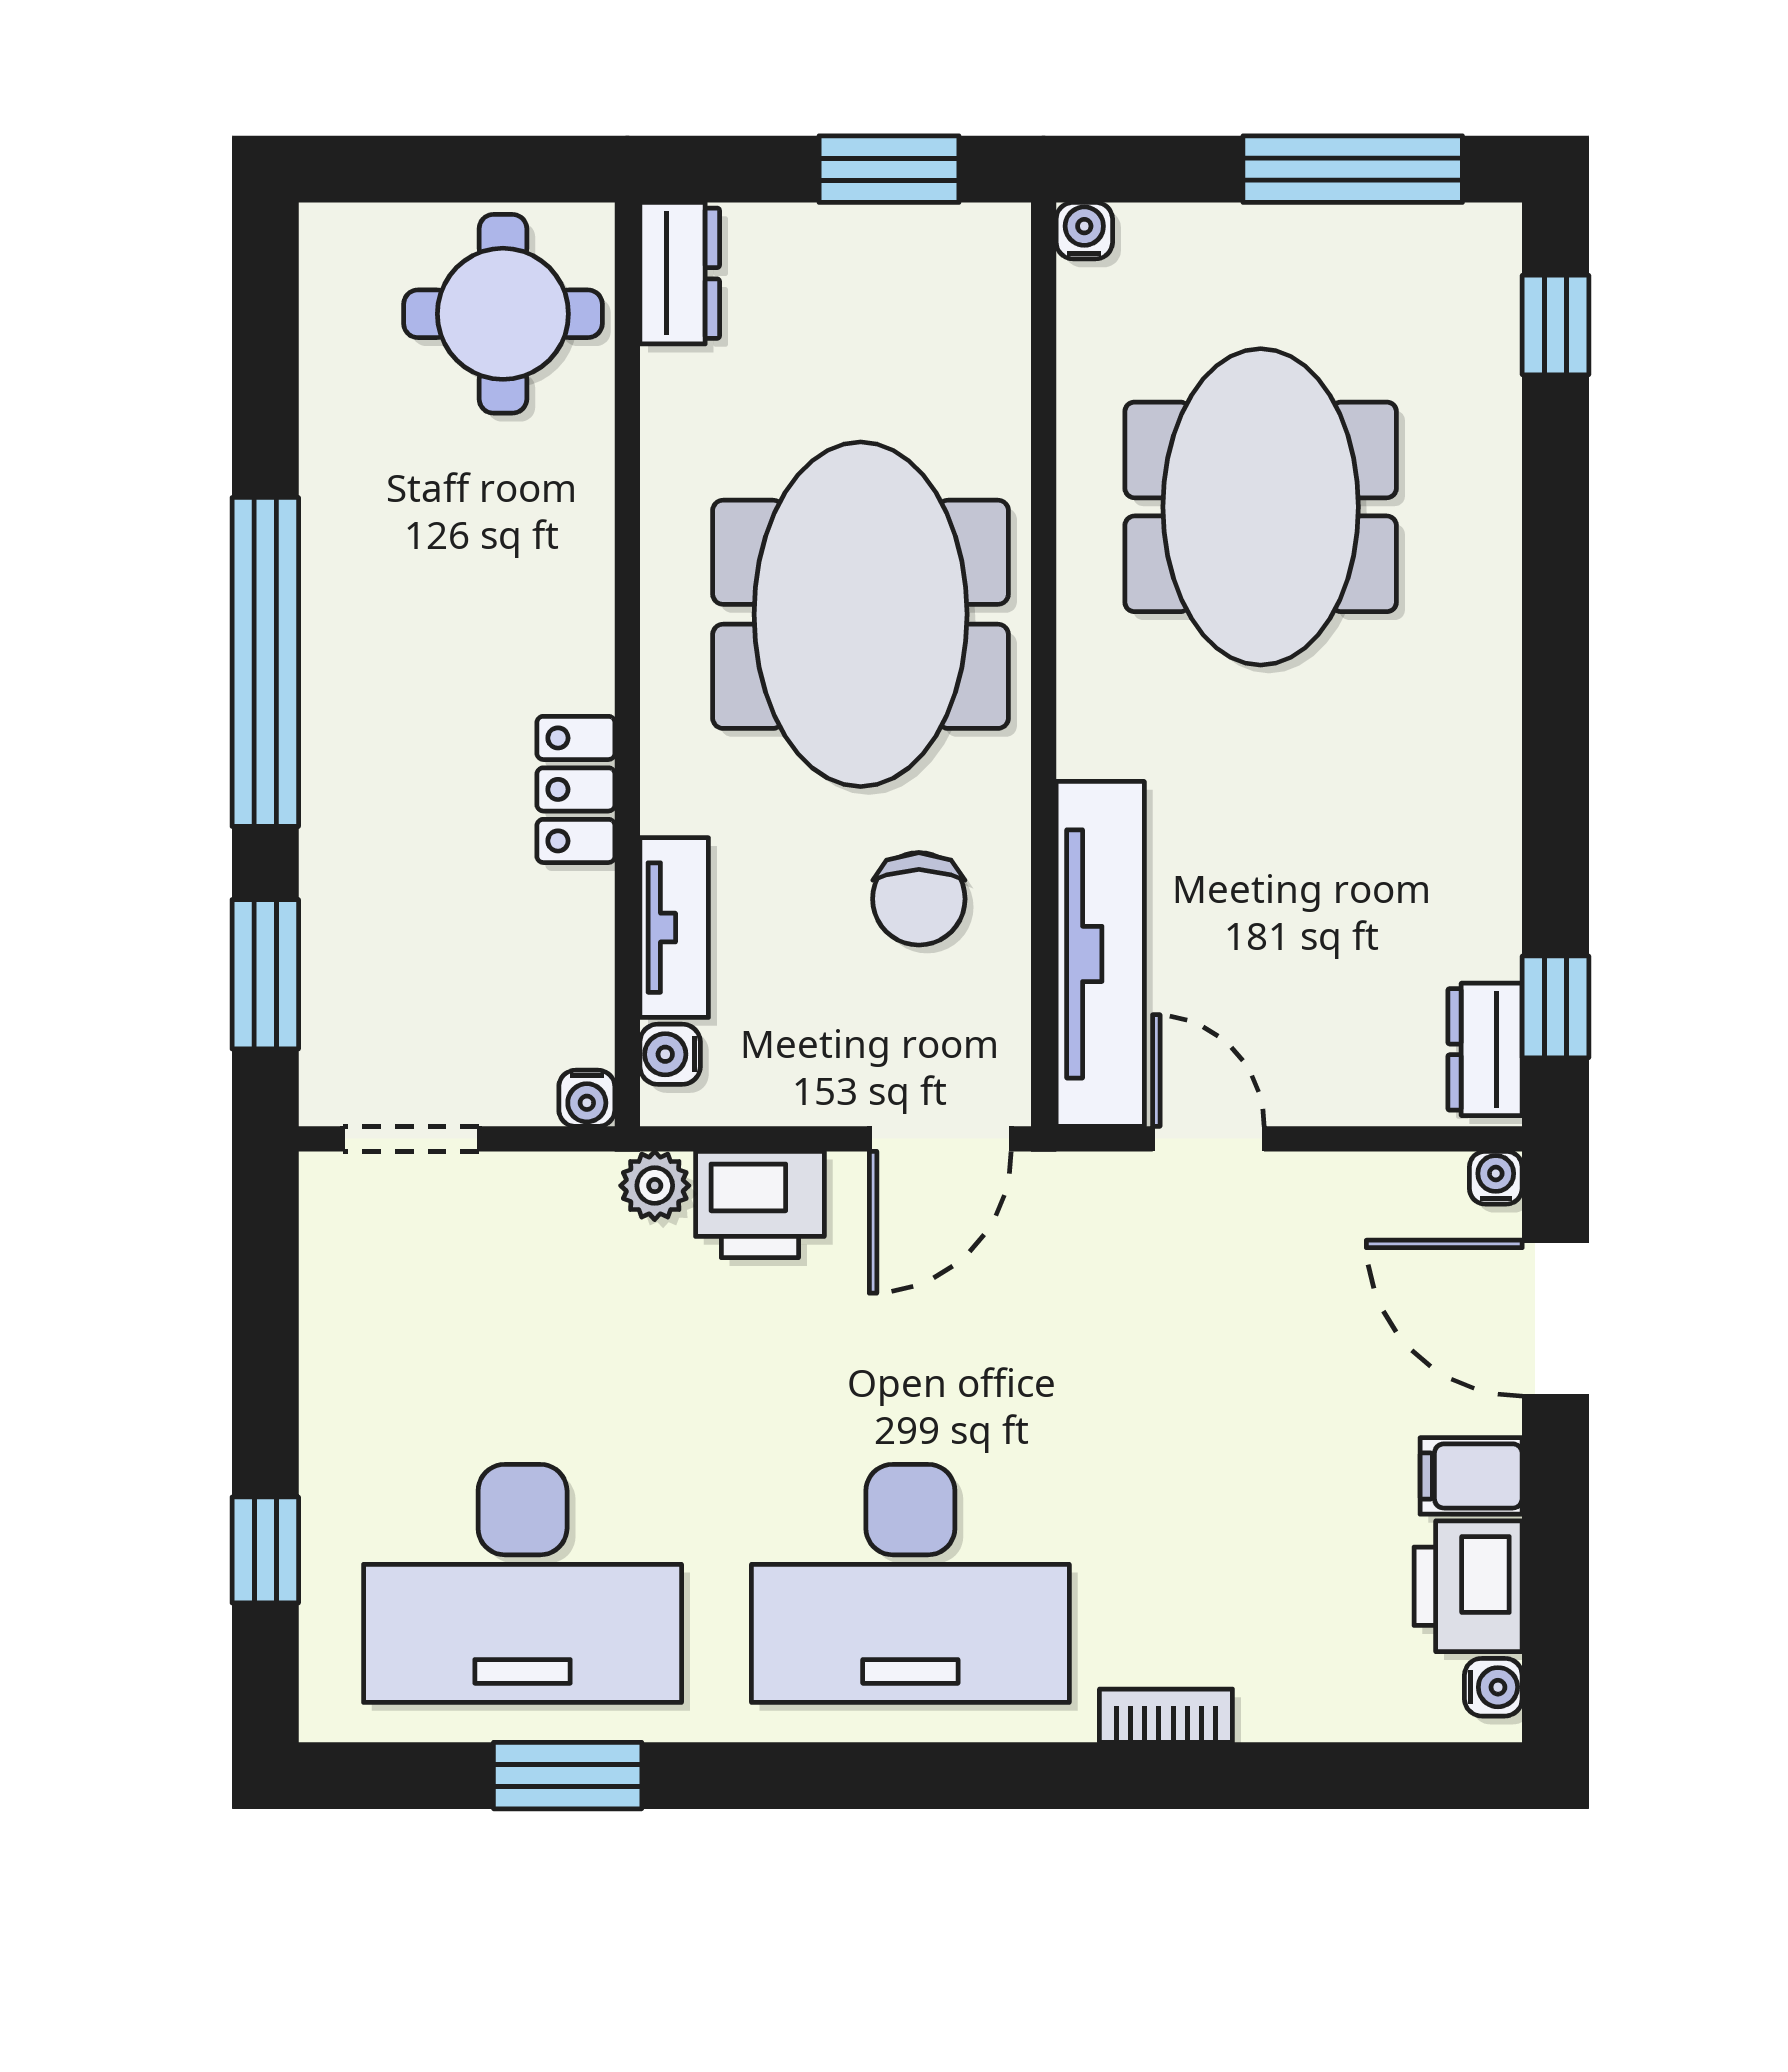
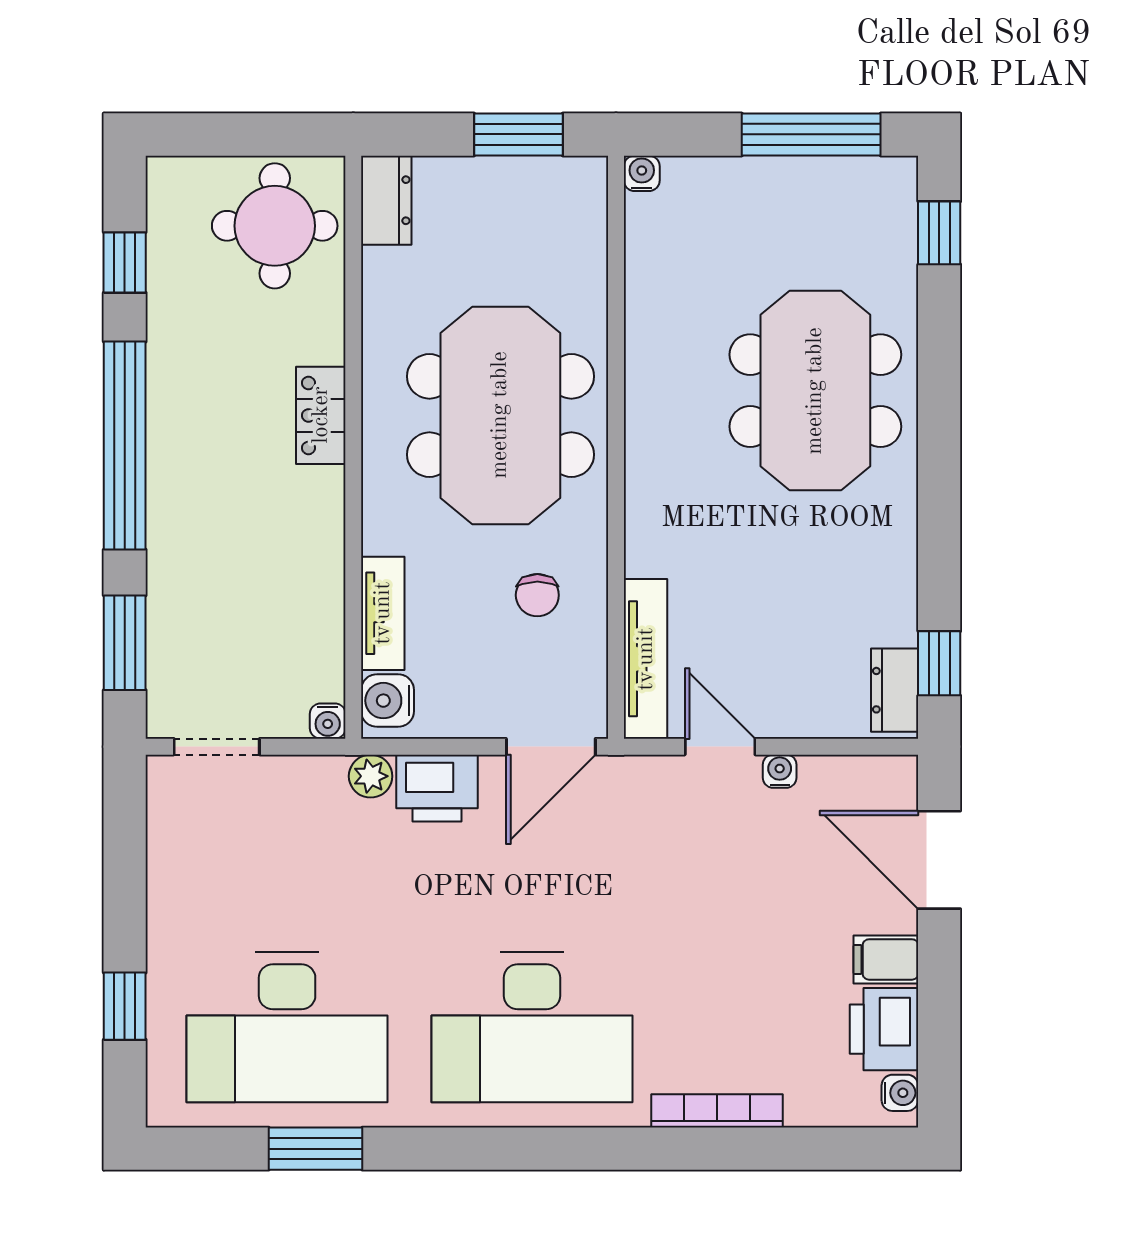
window: (265, 372) -> (125, 262), added
meeting table: (1261, 507) -> (815, 391), moved
locker: (576, 789) -> (321, 415), moved
chair: (919, 899) -> (537, 595), width x0.73, depth x0.73
tv unit: (1100, 954) -> (646, 659), width x0.73, depth x0.78
water cooler: (670, 1054) -> (388, 701), width x1.38, depth x1.38
water cooler: (1496, 1178) -> (780, 771), moved
bookcase: (1166, 1716) -> (717, 1111), width x1.56

